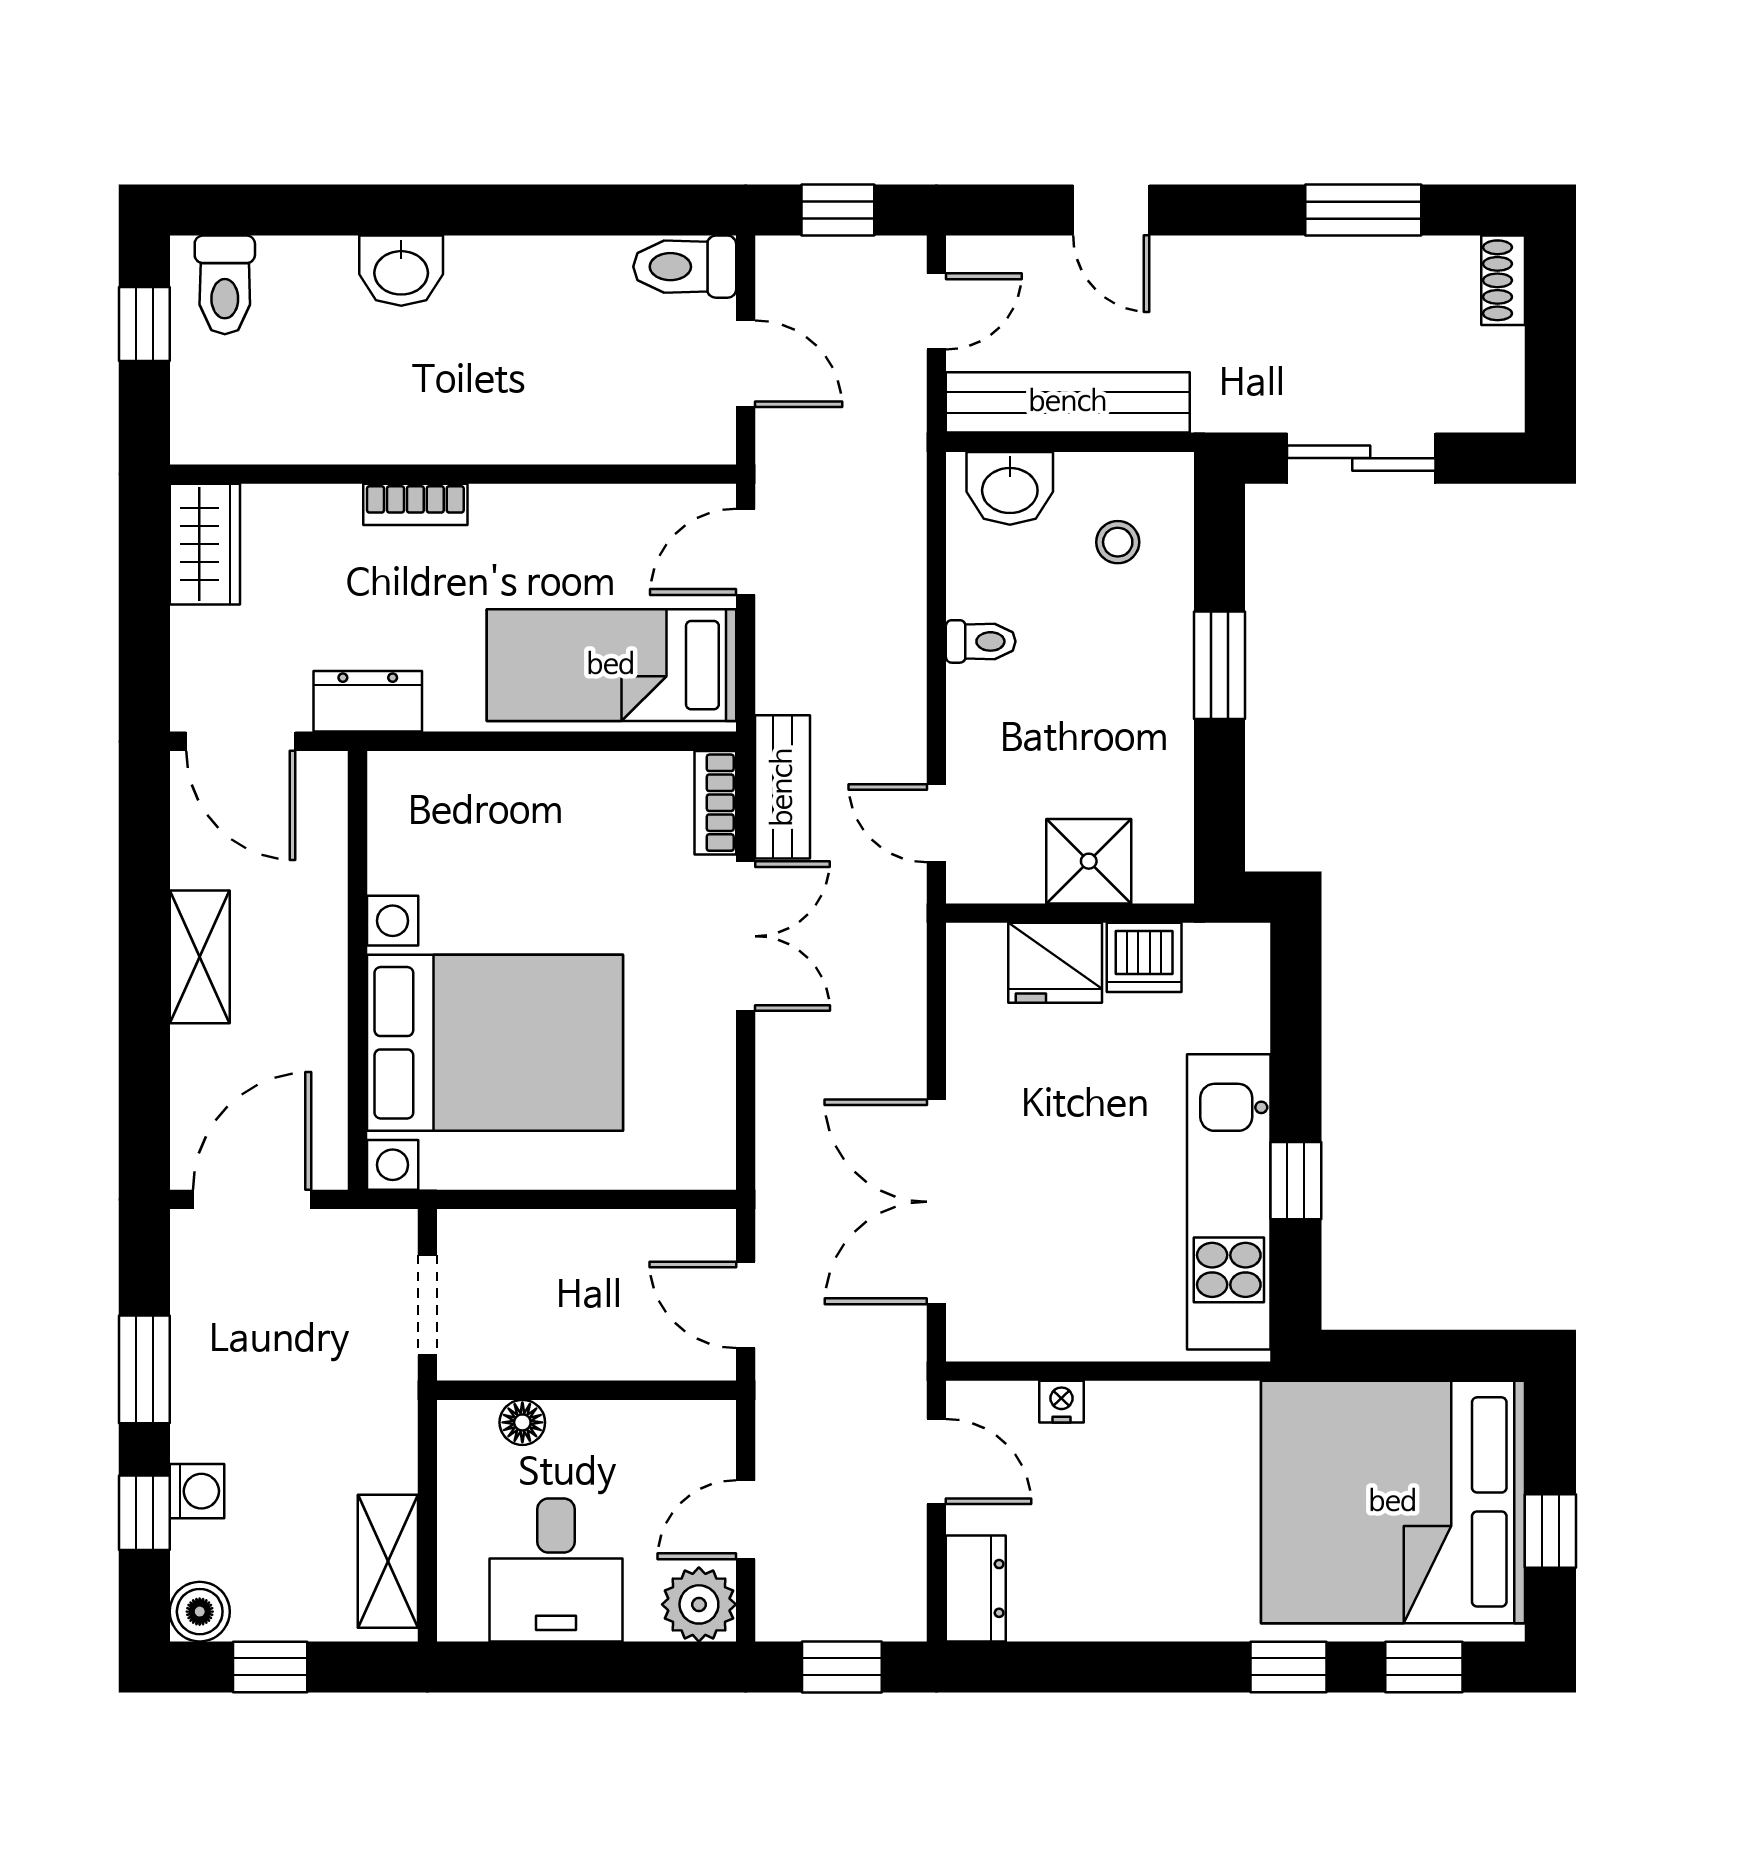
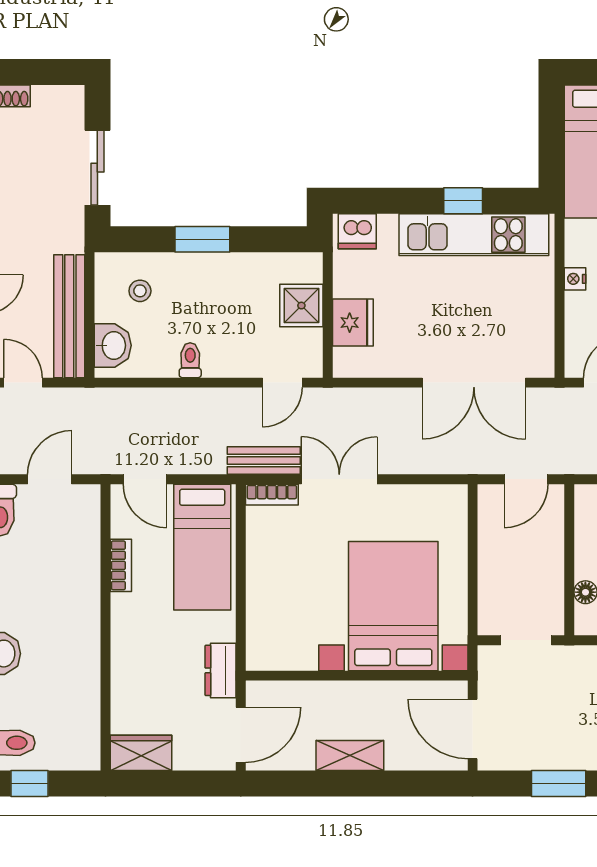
bookcase: (415, 504) -> (121, 565), moved
dishwasher: (1144, 957) -> (357, 231), moved, turned 90
nightstand: (1061, 1402) -> (575, 279), moved

